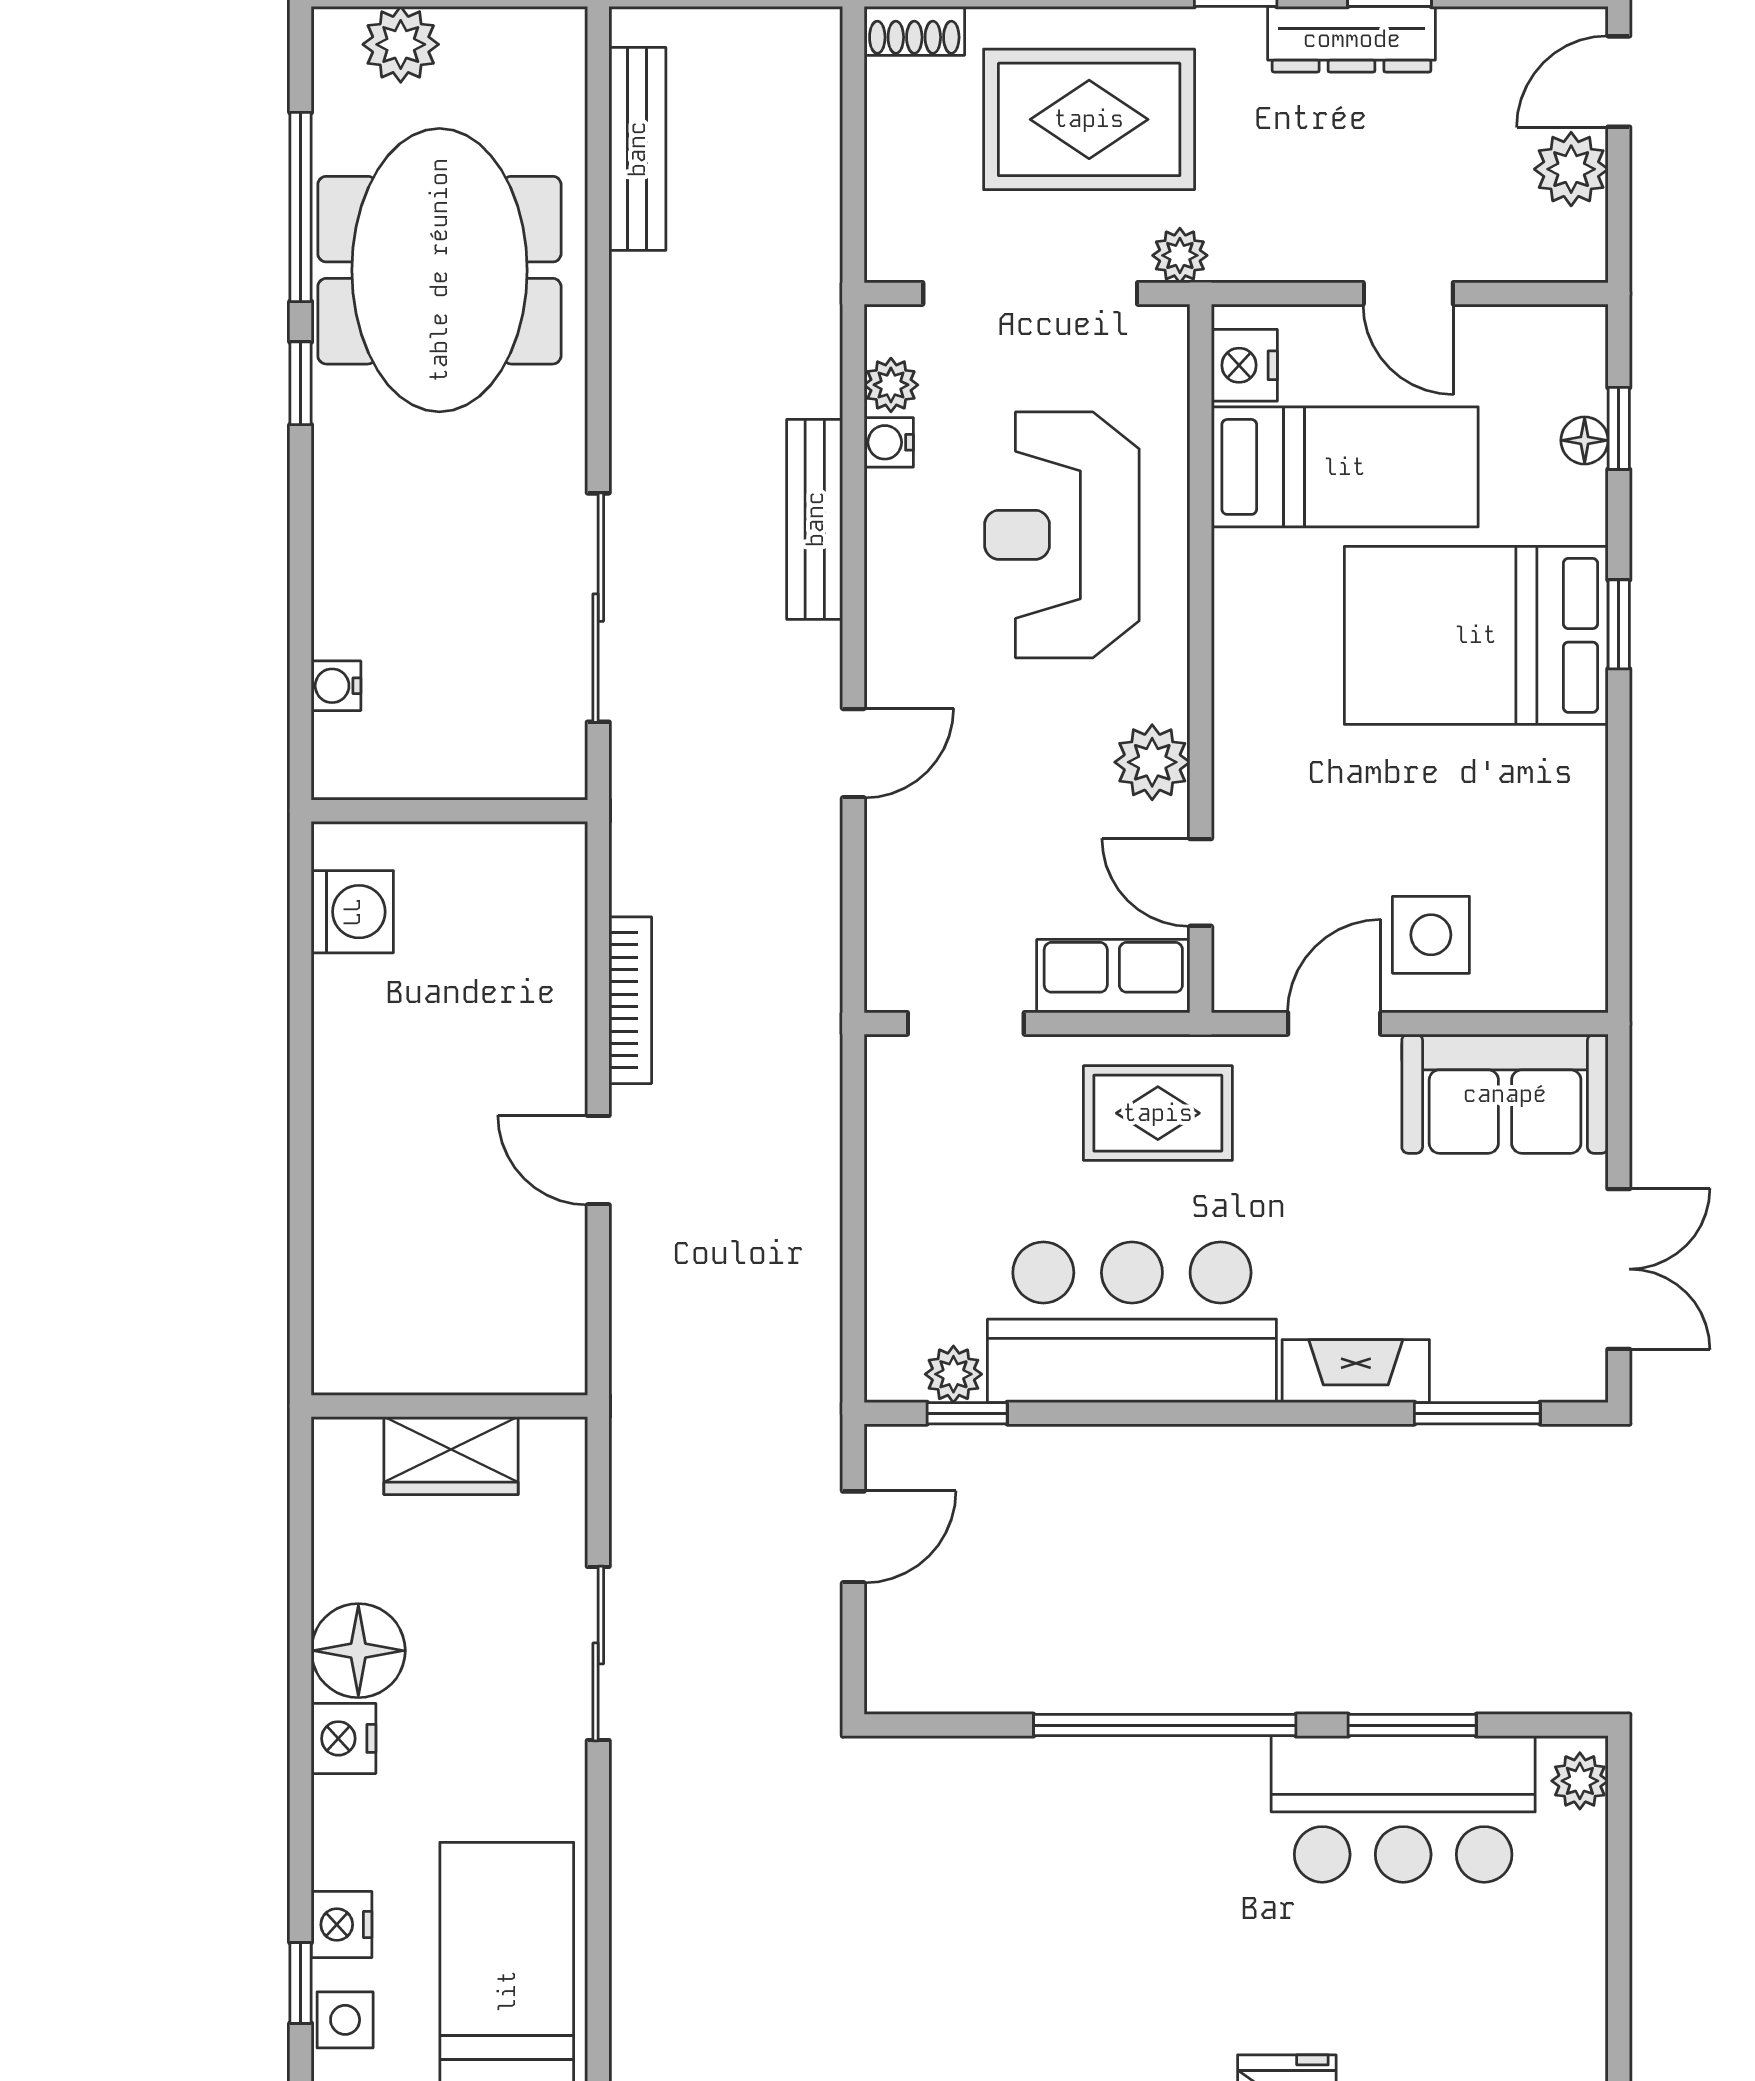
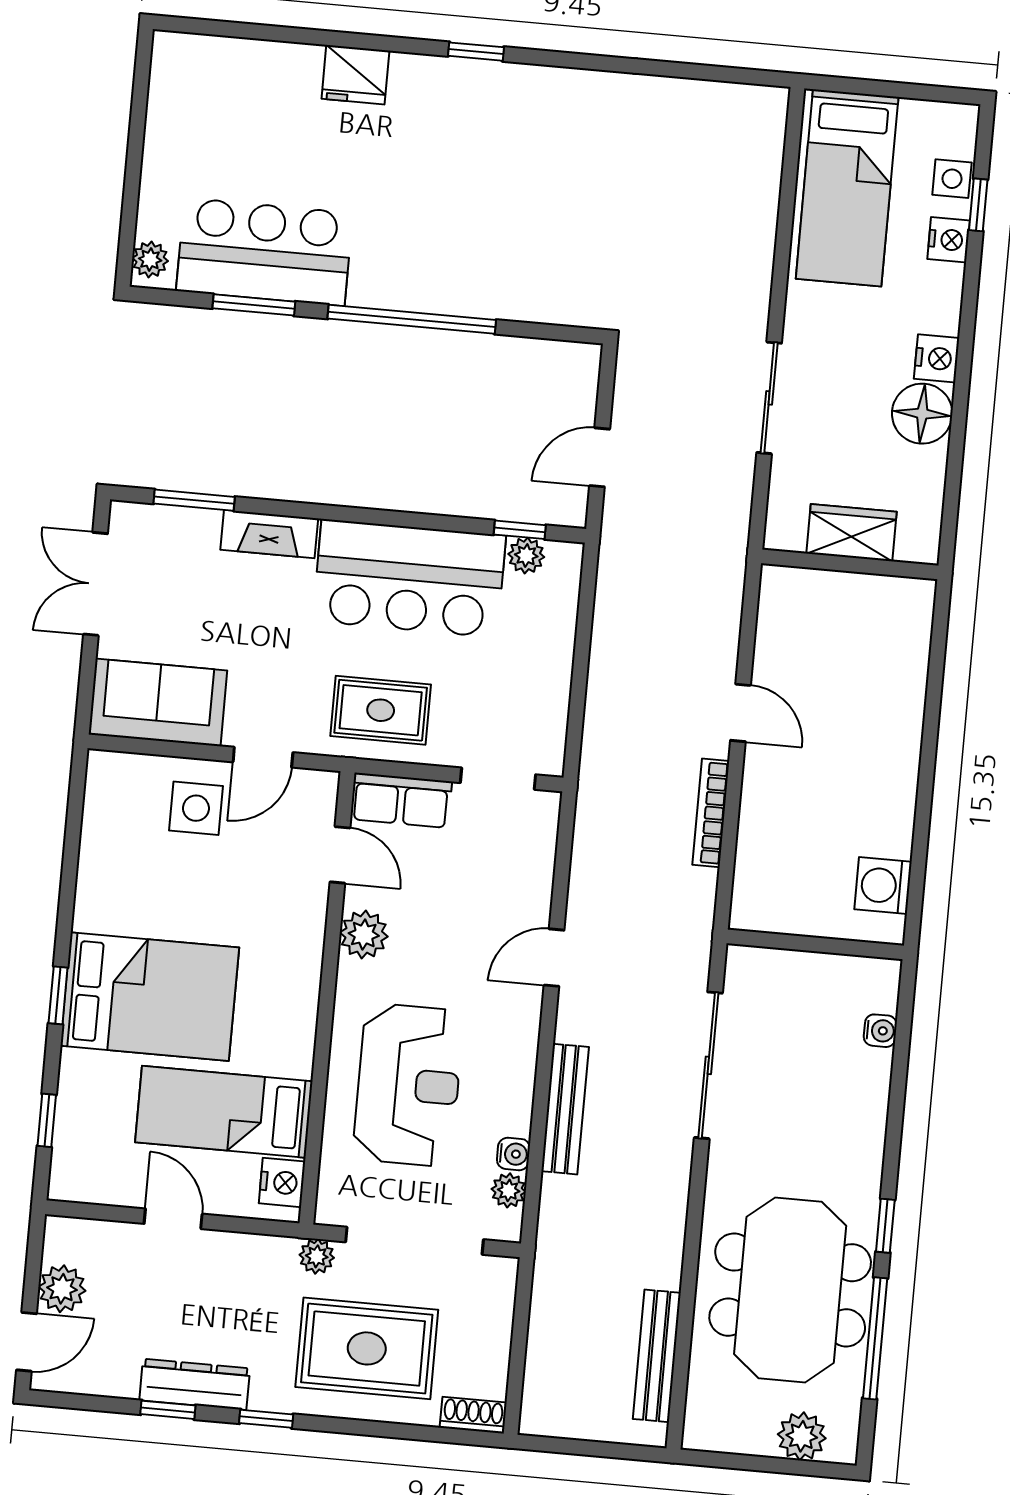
floor lamp: (1585, 440) -> (69, 1115), removed

